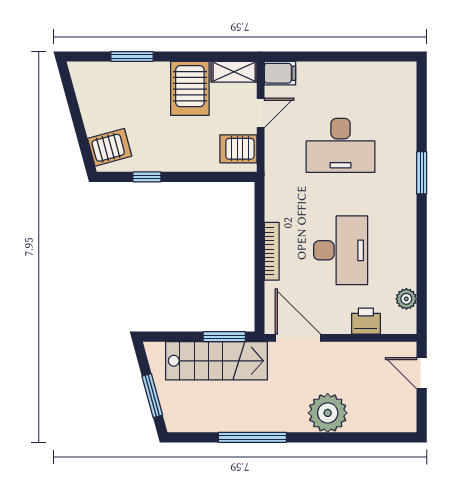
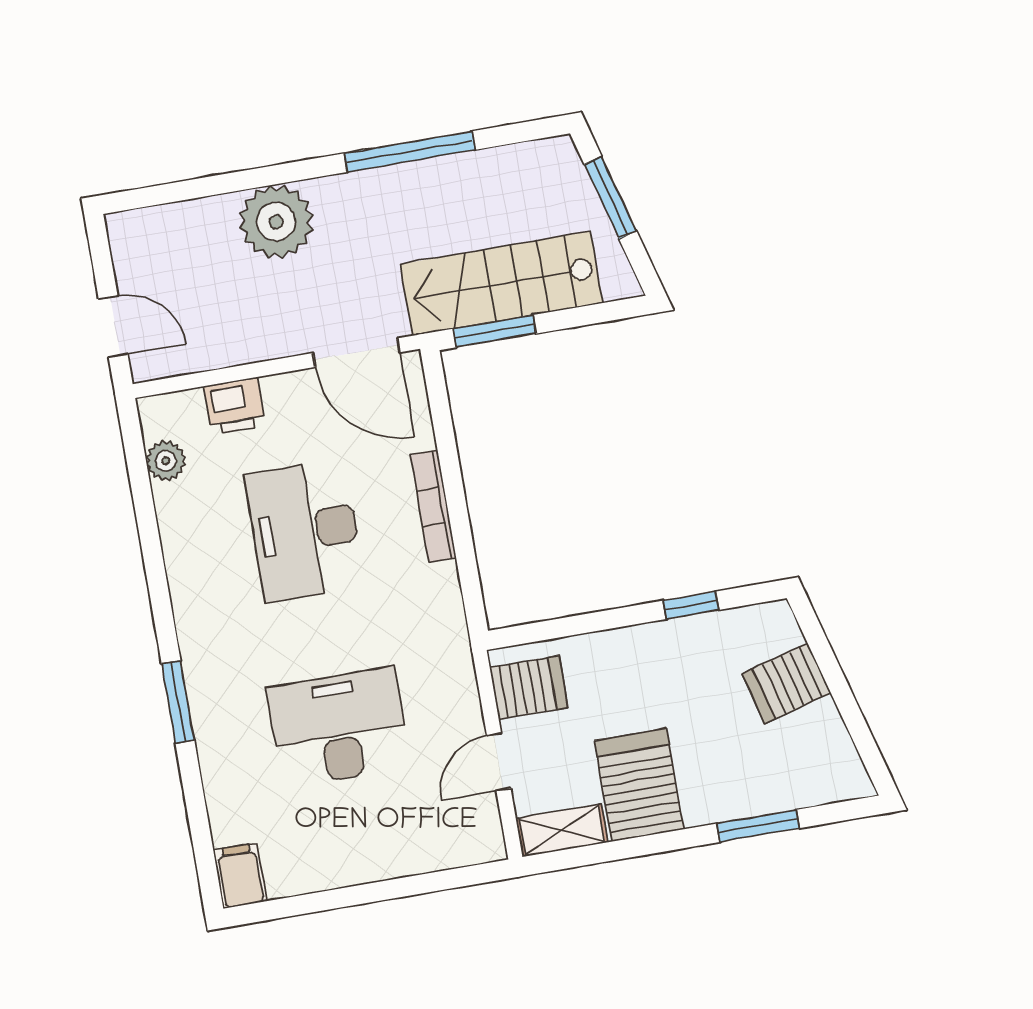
filing cabinet: (280, 73) -> (240, 876), moved, turned 90
server rack: (110, 147) -> (787, 683), moved

